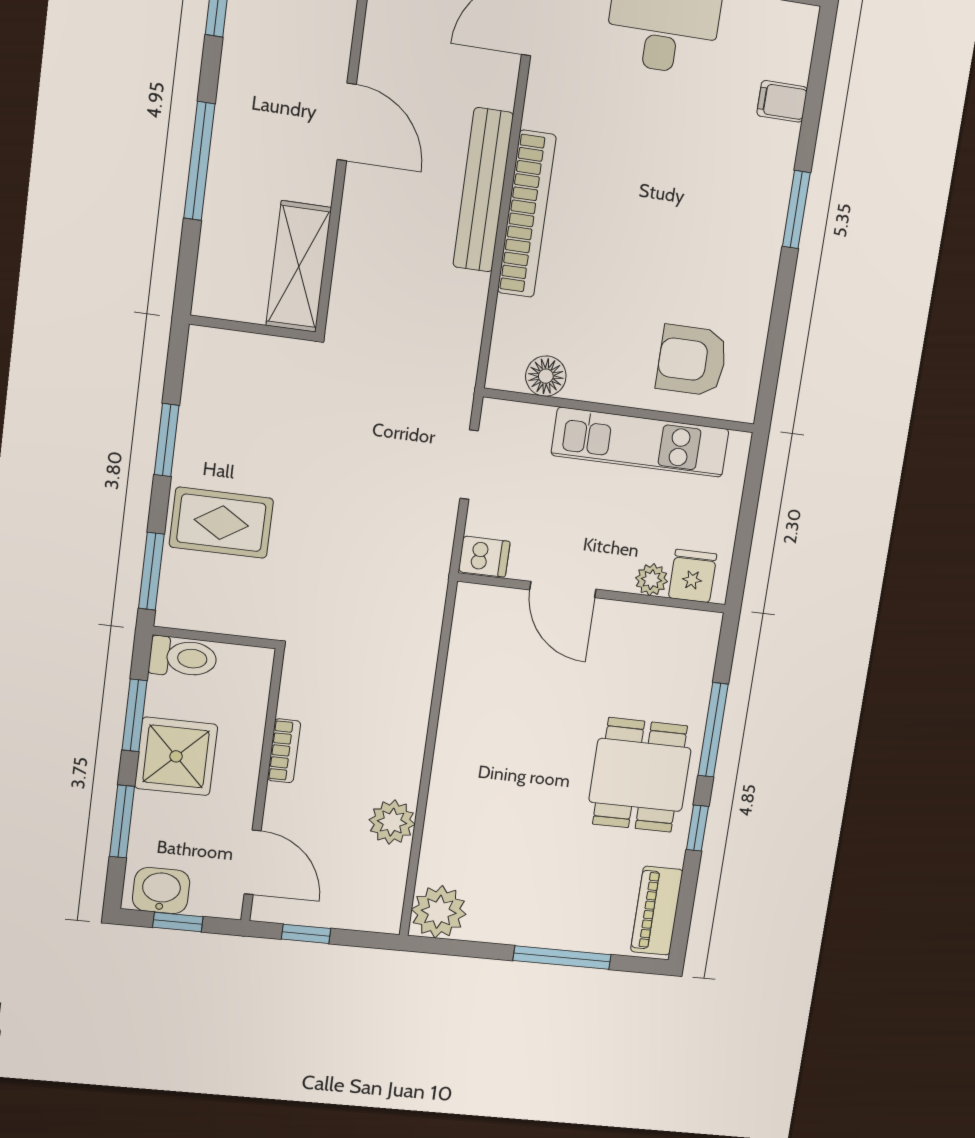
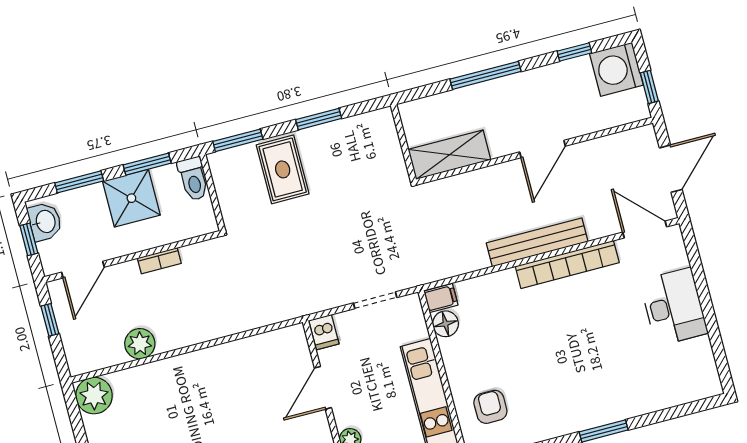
filing cabinet: (782, 101) -> (441, 298), moved, turned 90
bookcase: (527, 214) -> (567, 264), moved
armchair: (692, 360) -> (490, 407), width x0.72, depth x0.72

